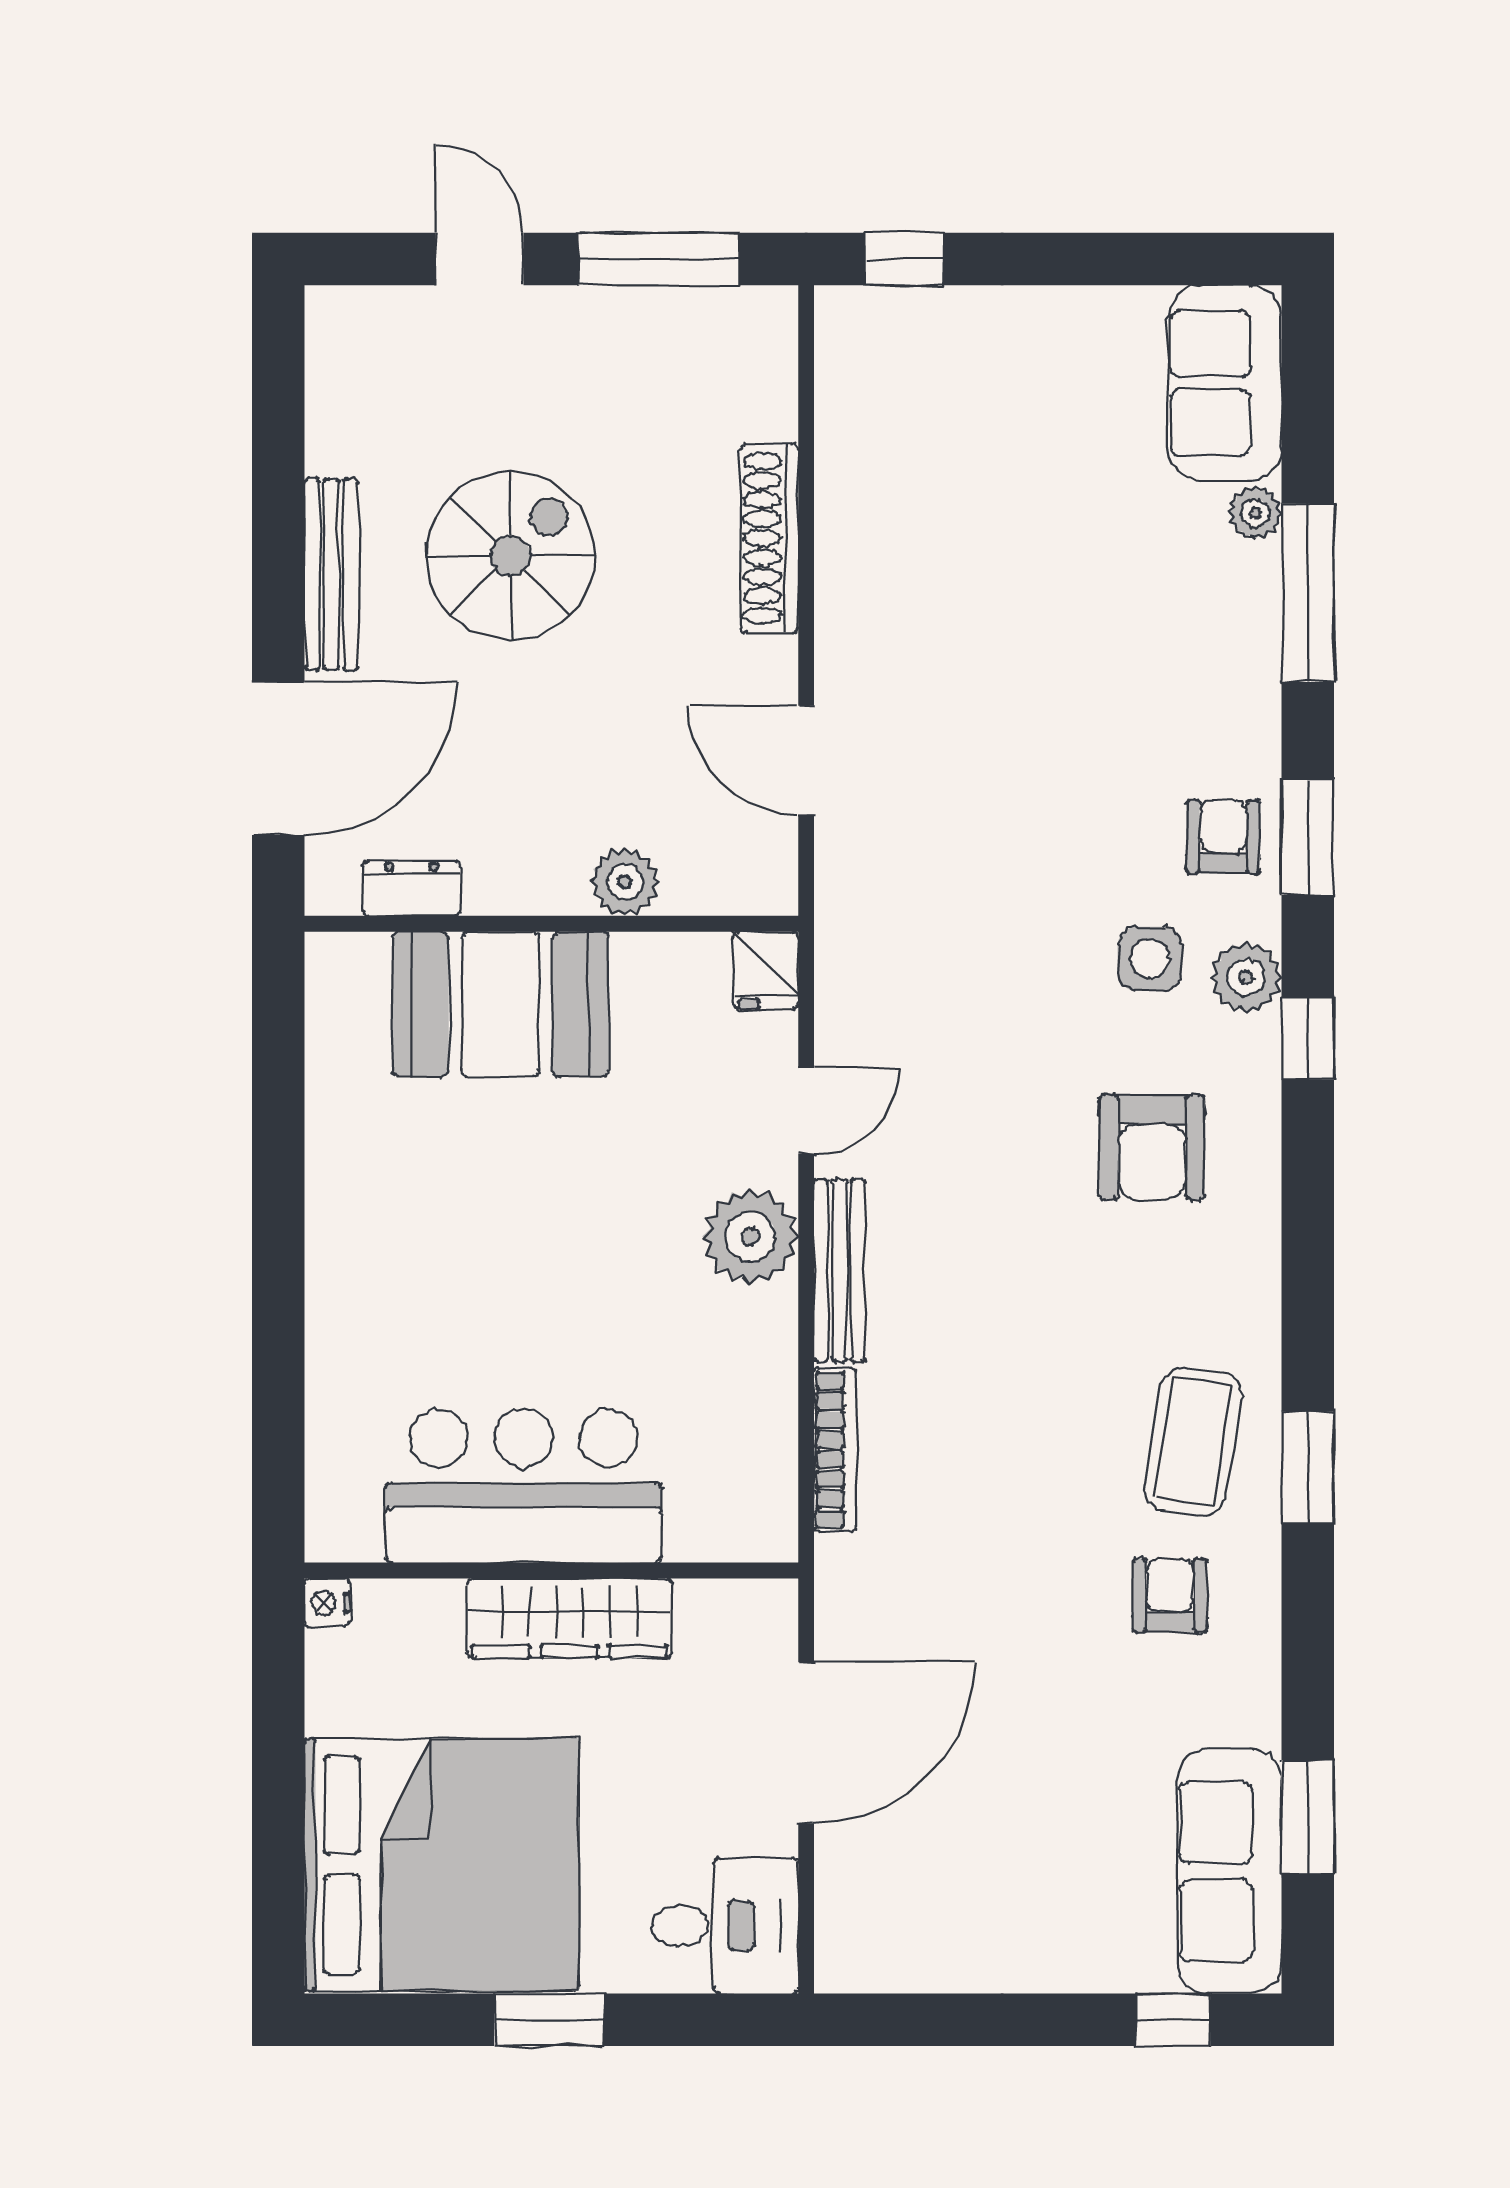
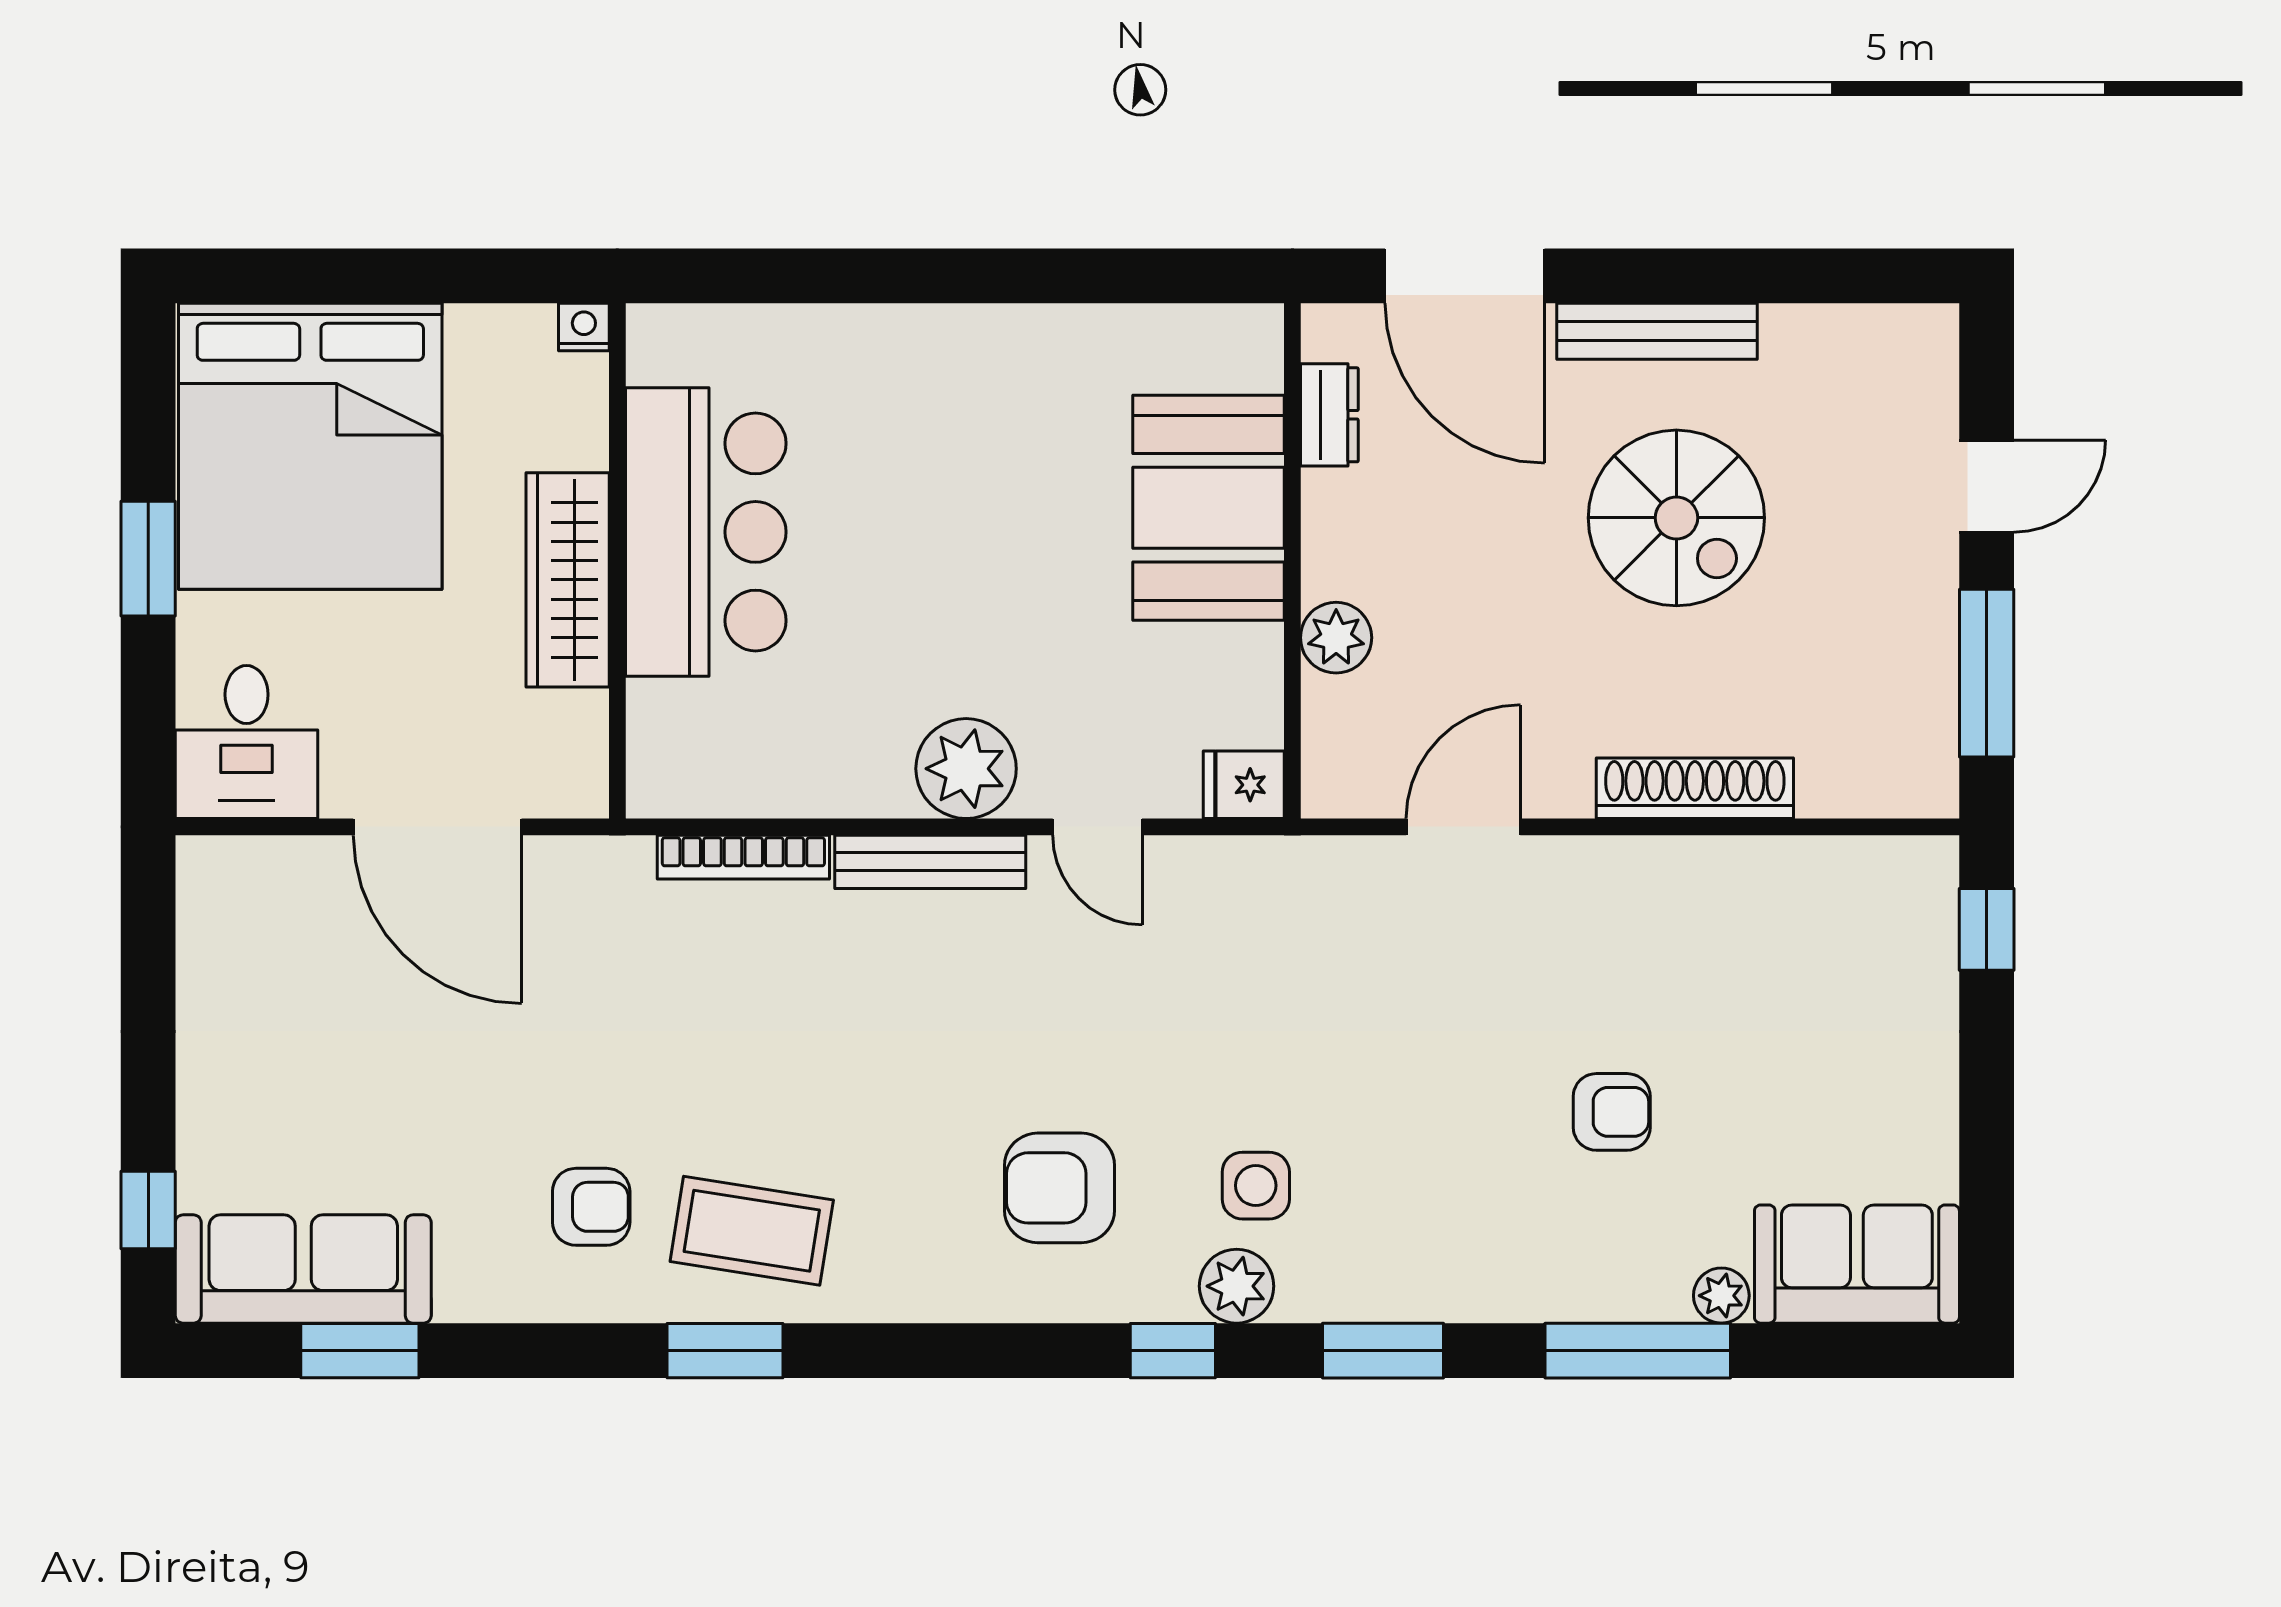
armchair: (1223, 837) -> (1612, 1112), moved

